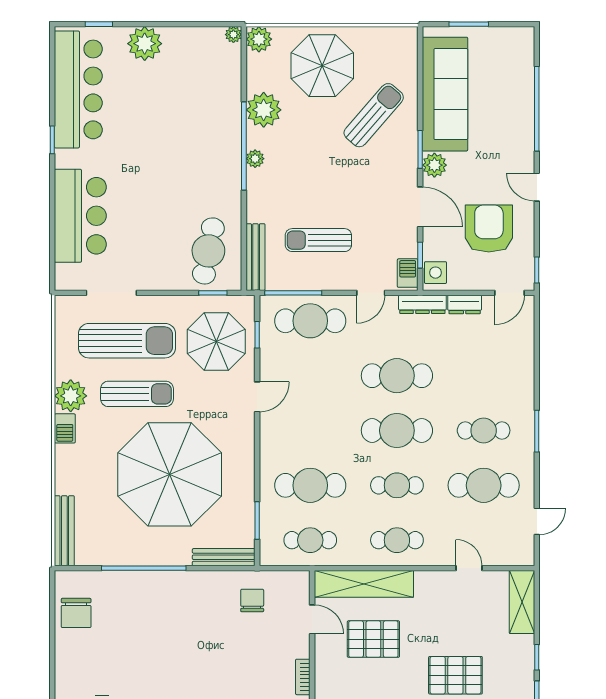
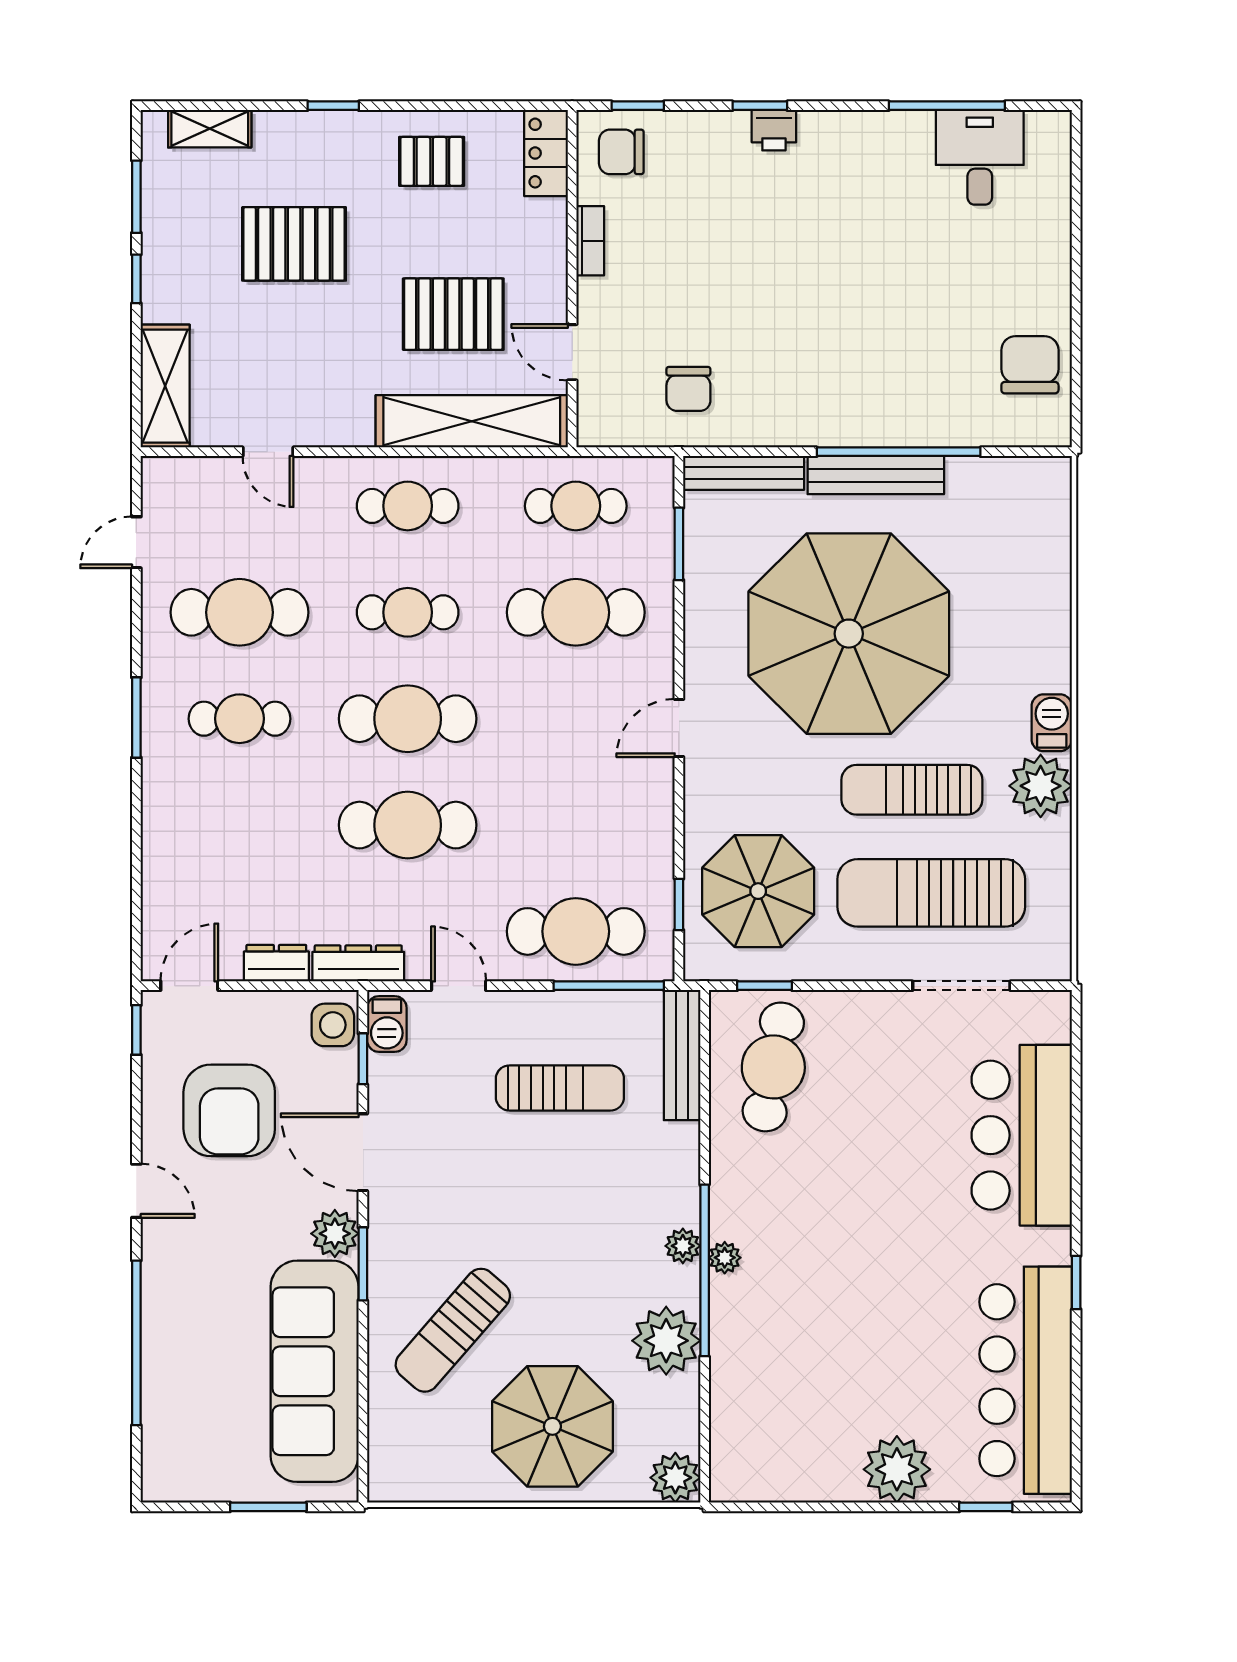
plant: (233, 35) -> (725, 1258), moved
door: (371, 293) -> (459, 986), hinge flipped
door: (257, 397) -> (679, 728), moved
bench: (64, 531) -> (876, 475), moved, turned 90

